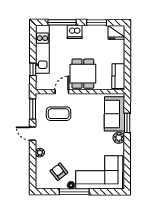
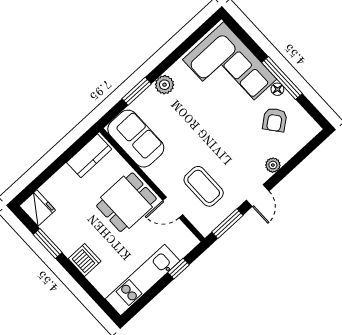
window: (62, 22) -> (87, 286), removed
sofa: (115, 114) -> (136, 139), moved, turned -90

